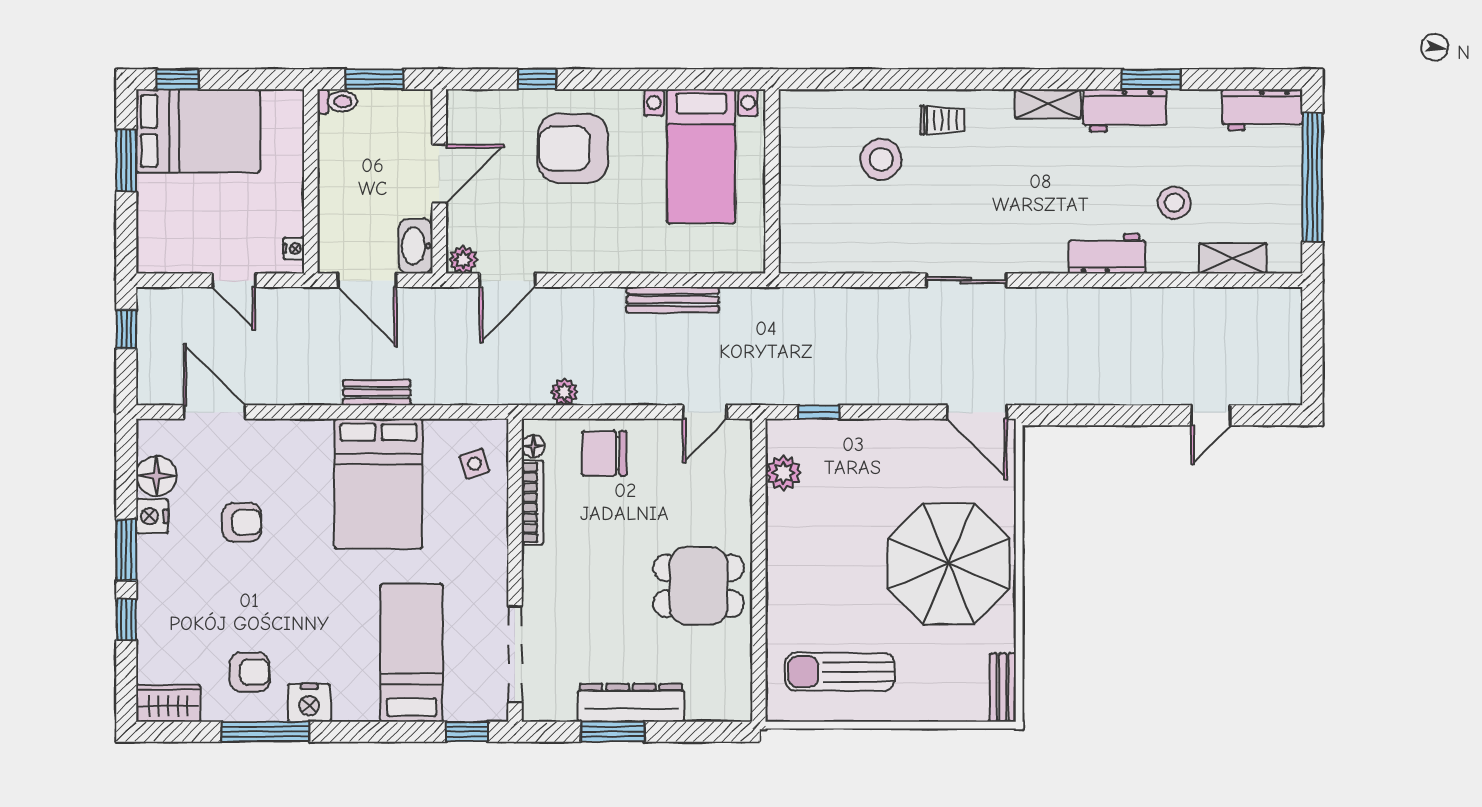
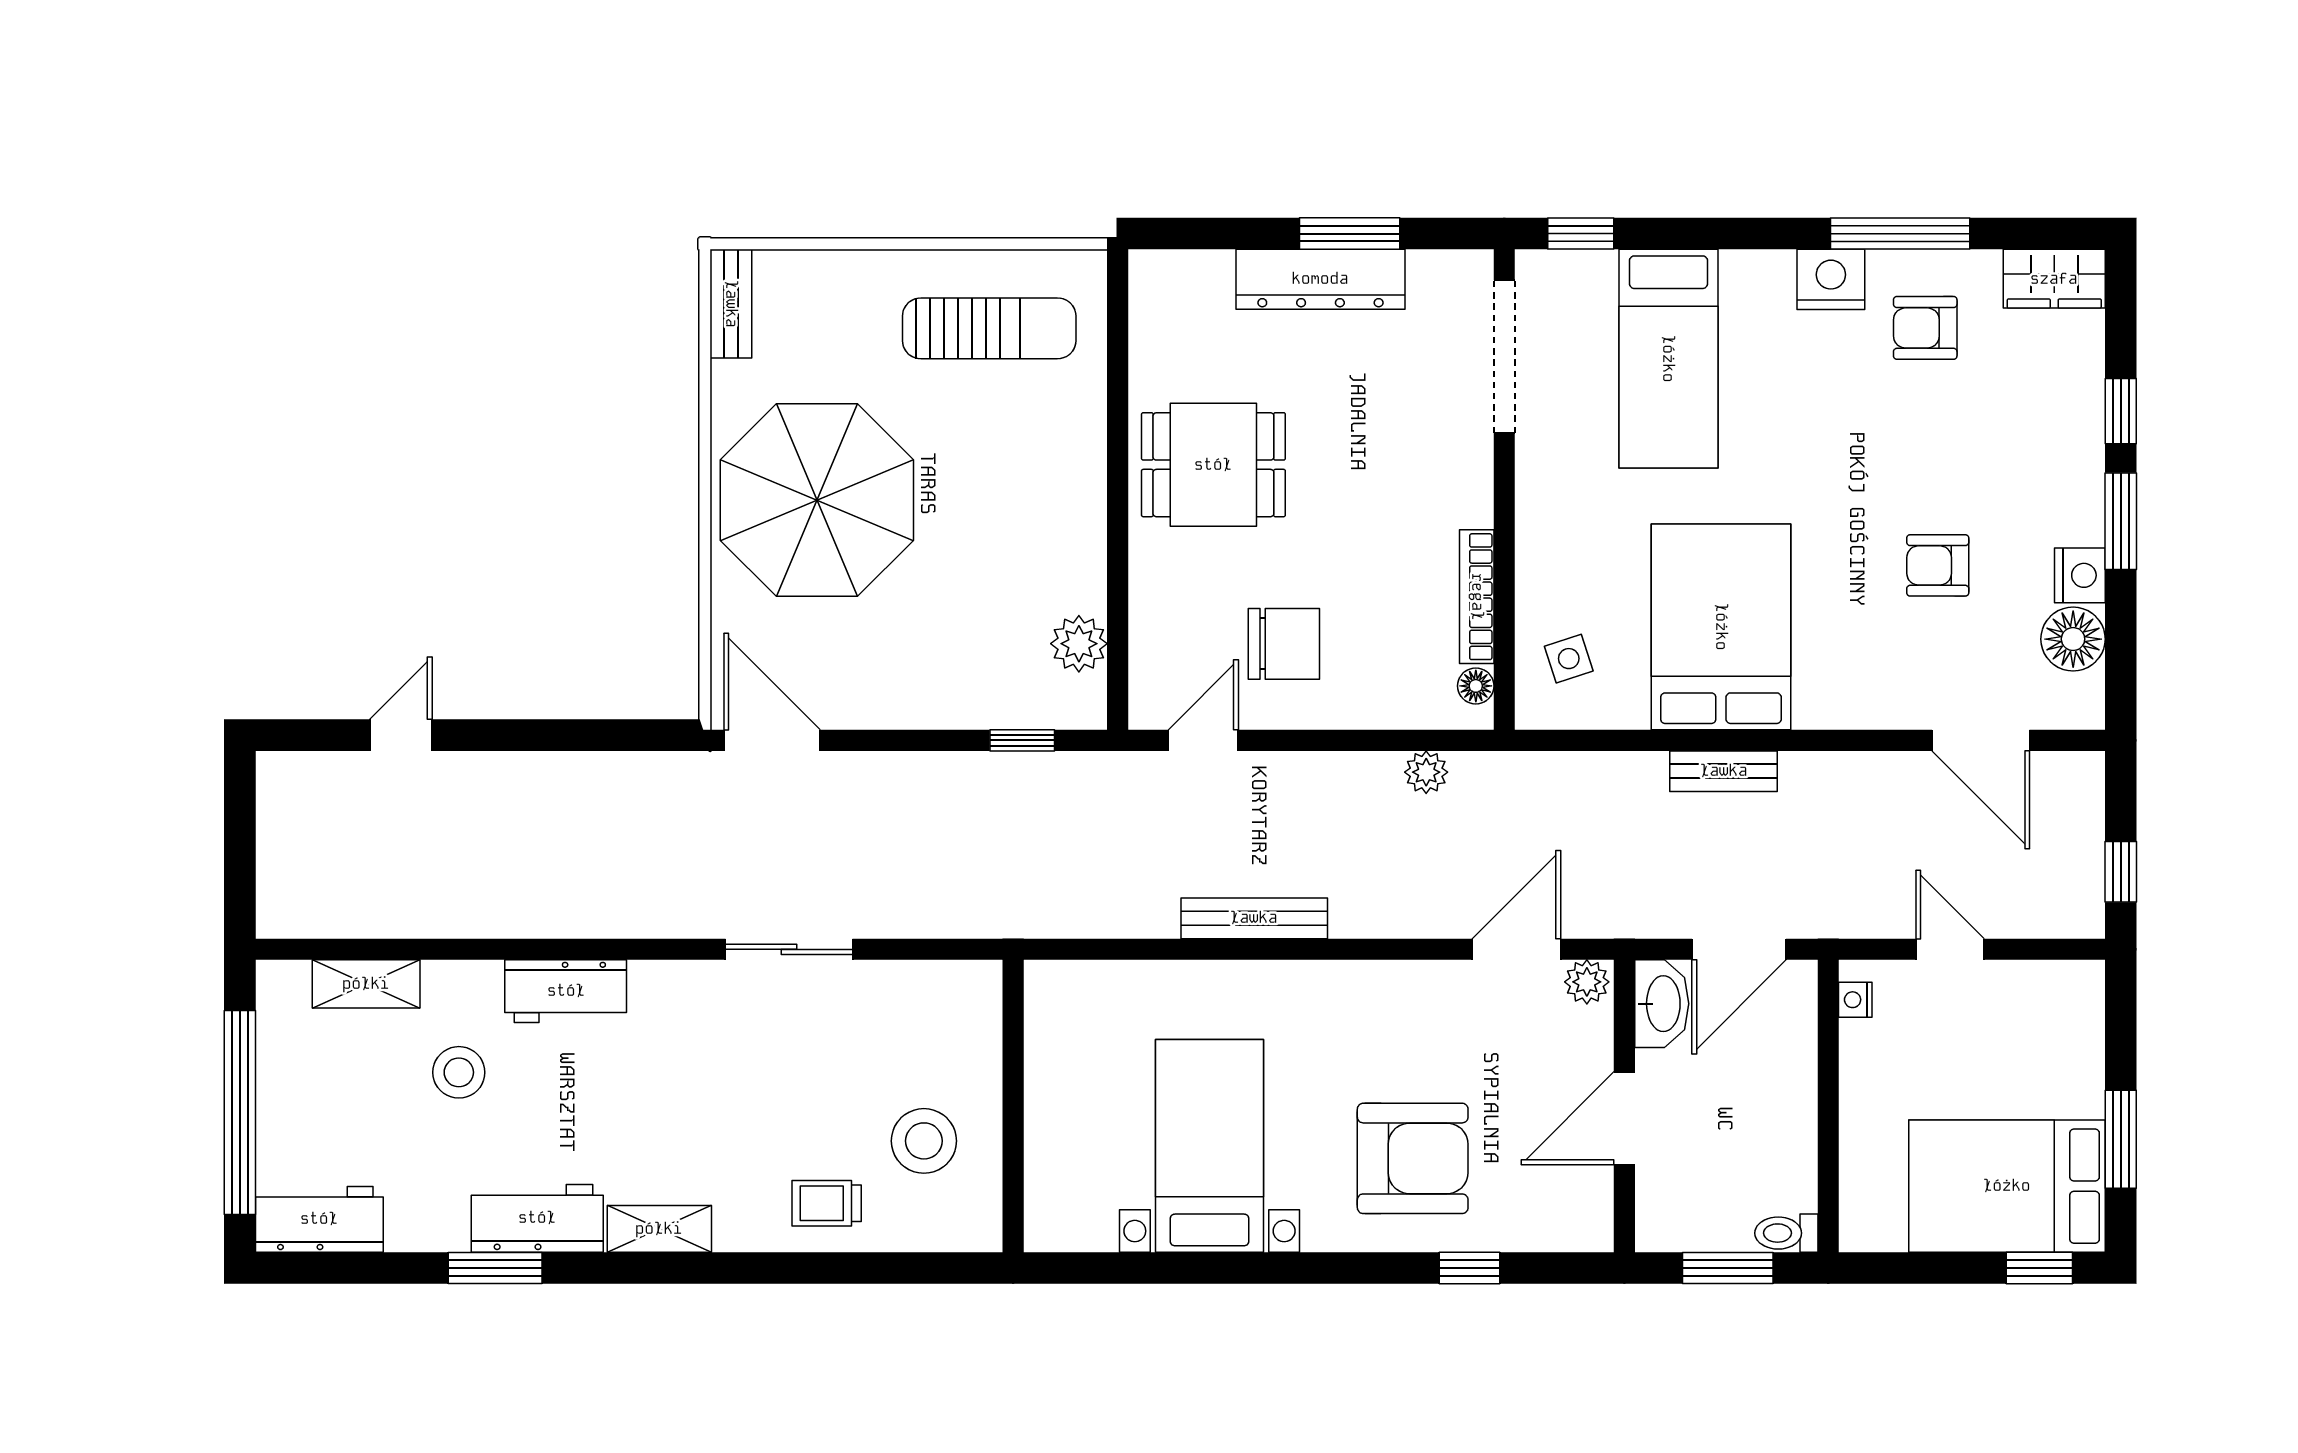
wall: (772, 181) -> (1013, 1106), moved
door: (367, 280) -> (1739, 949), swing flipped
chair: (604, 453) -> (1284, 644), moved

